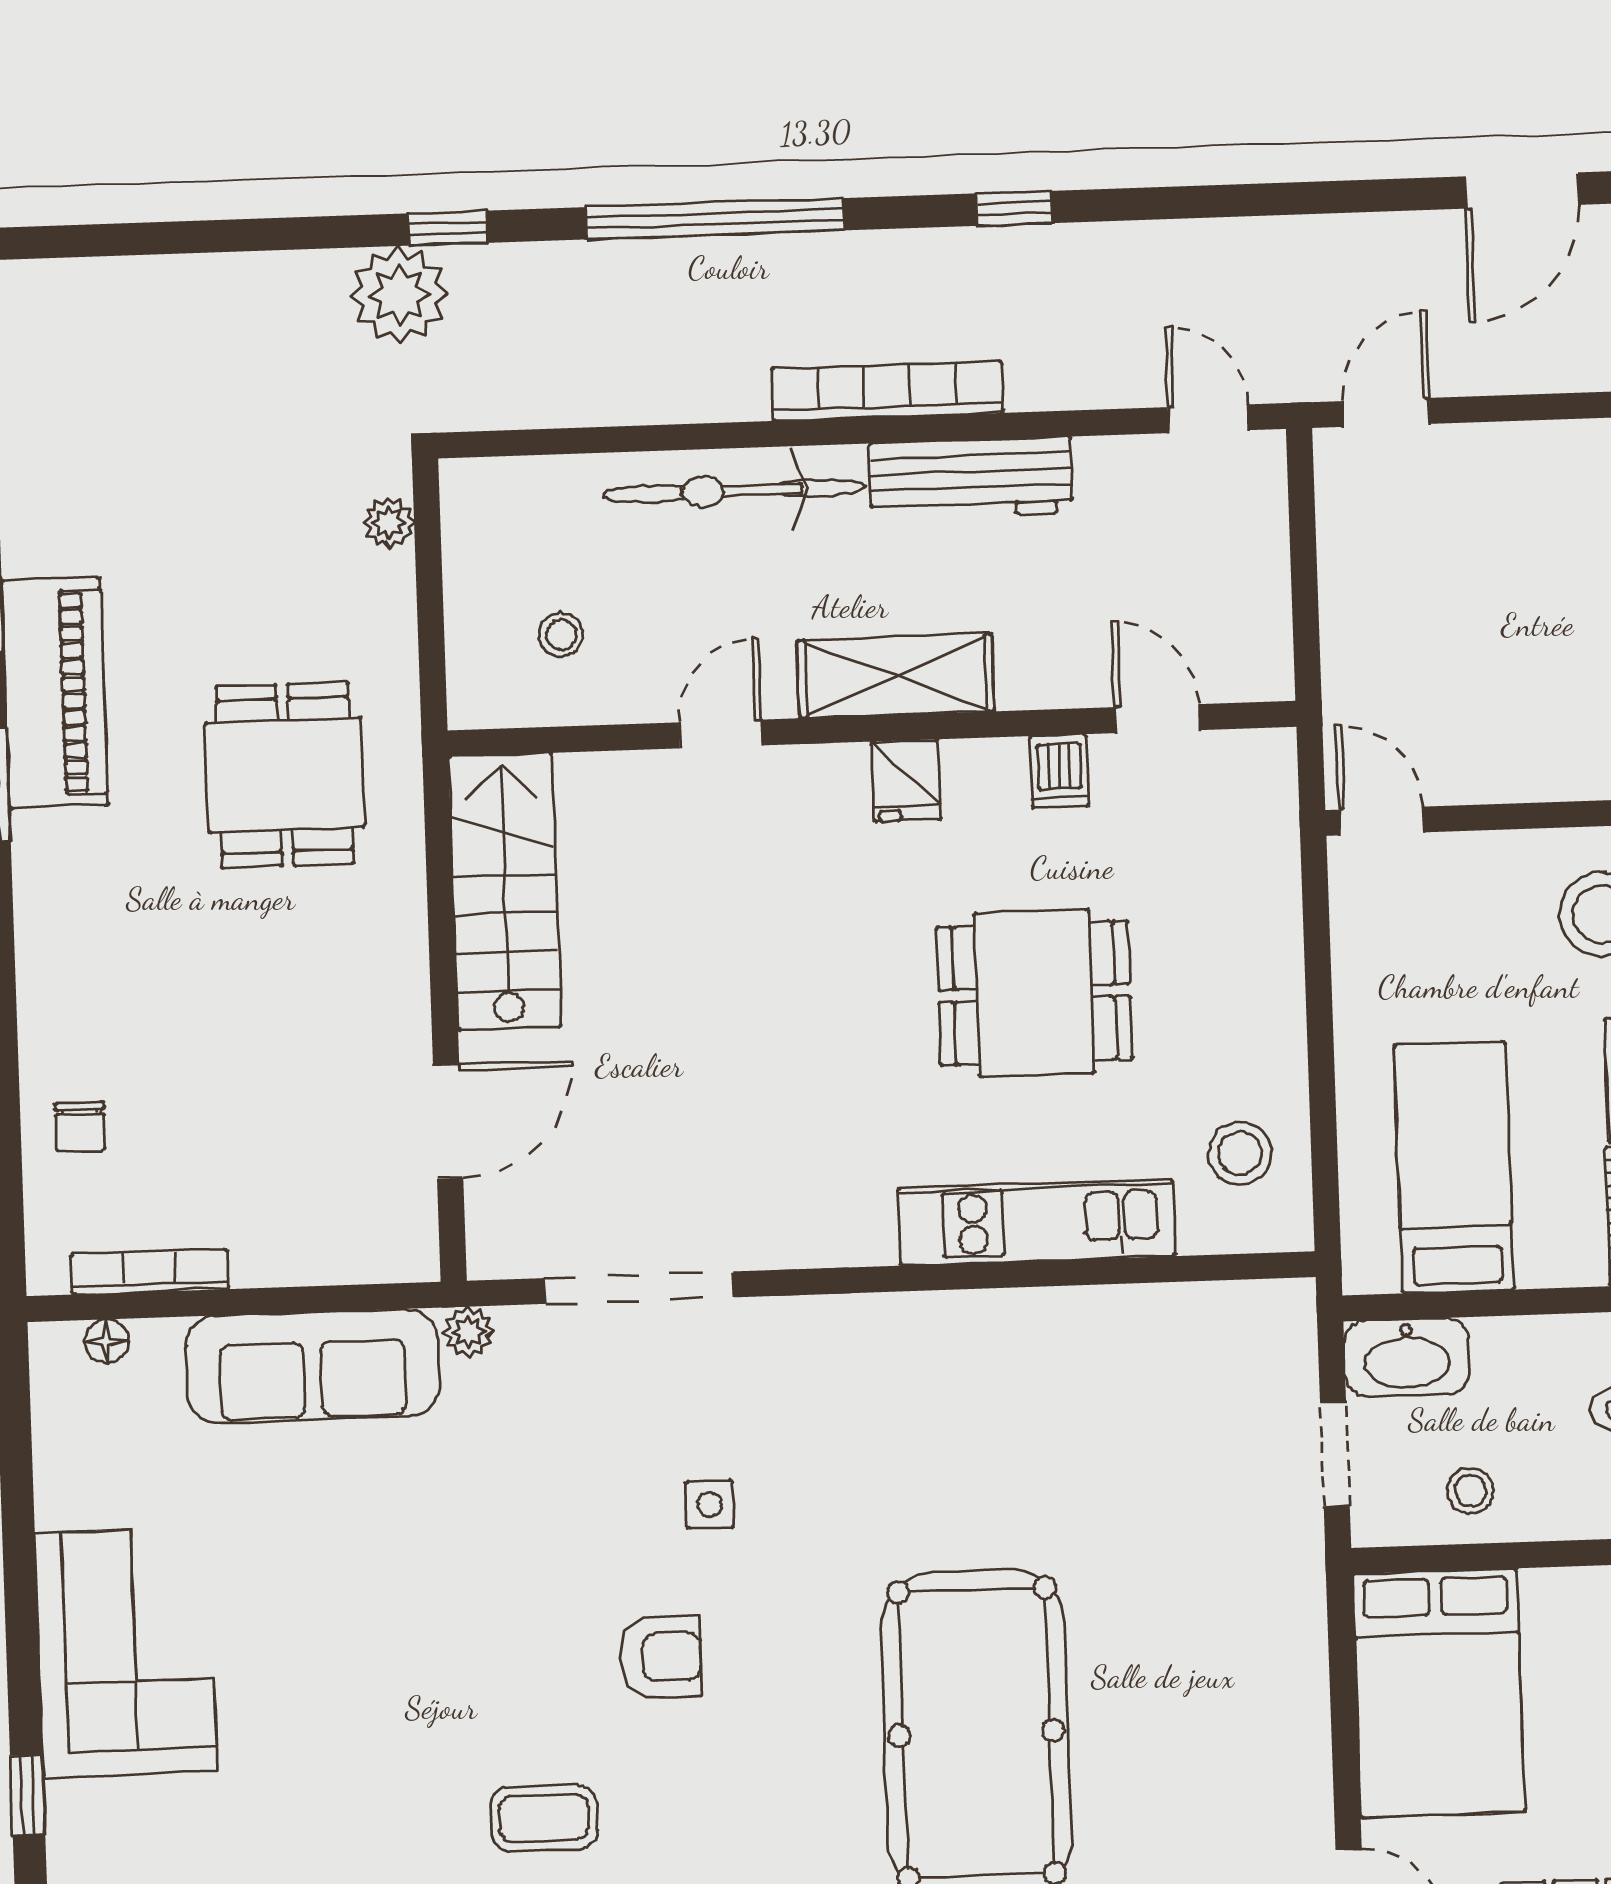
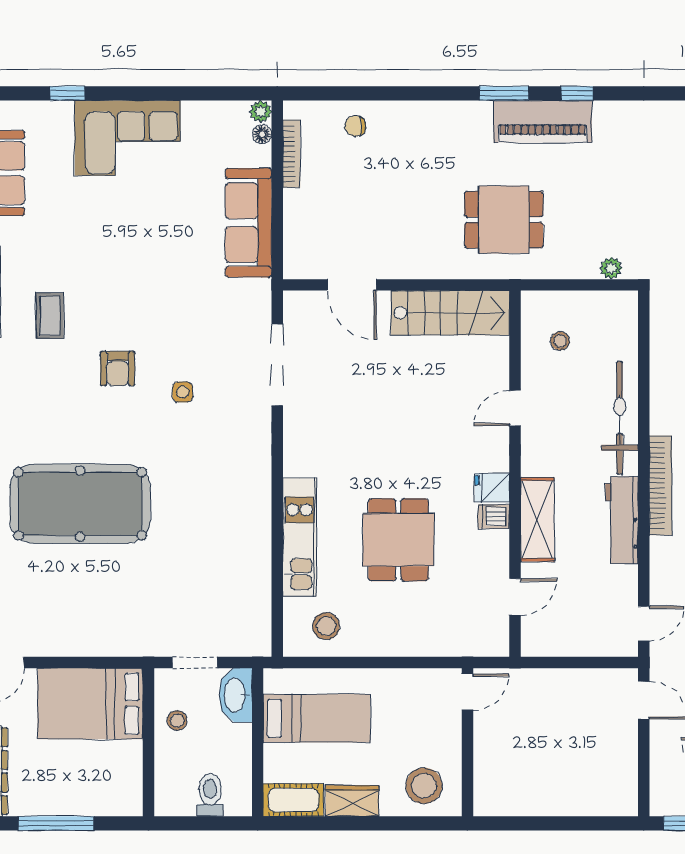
shelving: (896, 676) -> (537, 519), moved
door: (720, 734) -> (515, 408), swing flipped
dishwasher: (1059, 771) -> (494, 517), moved
plant: (468, 1332) -> (261, 112), moved

